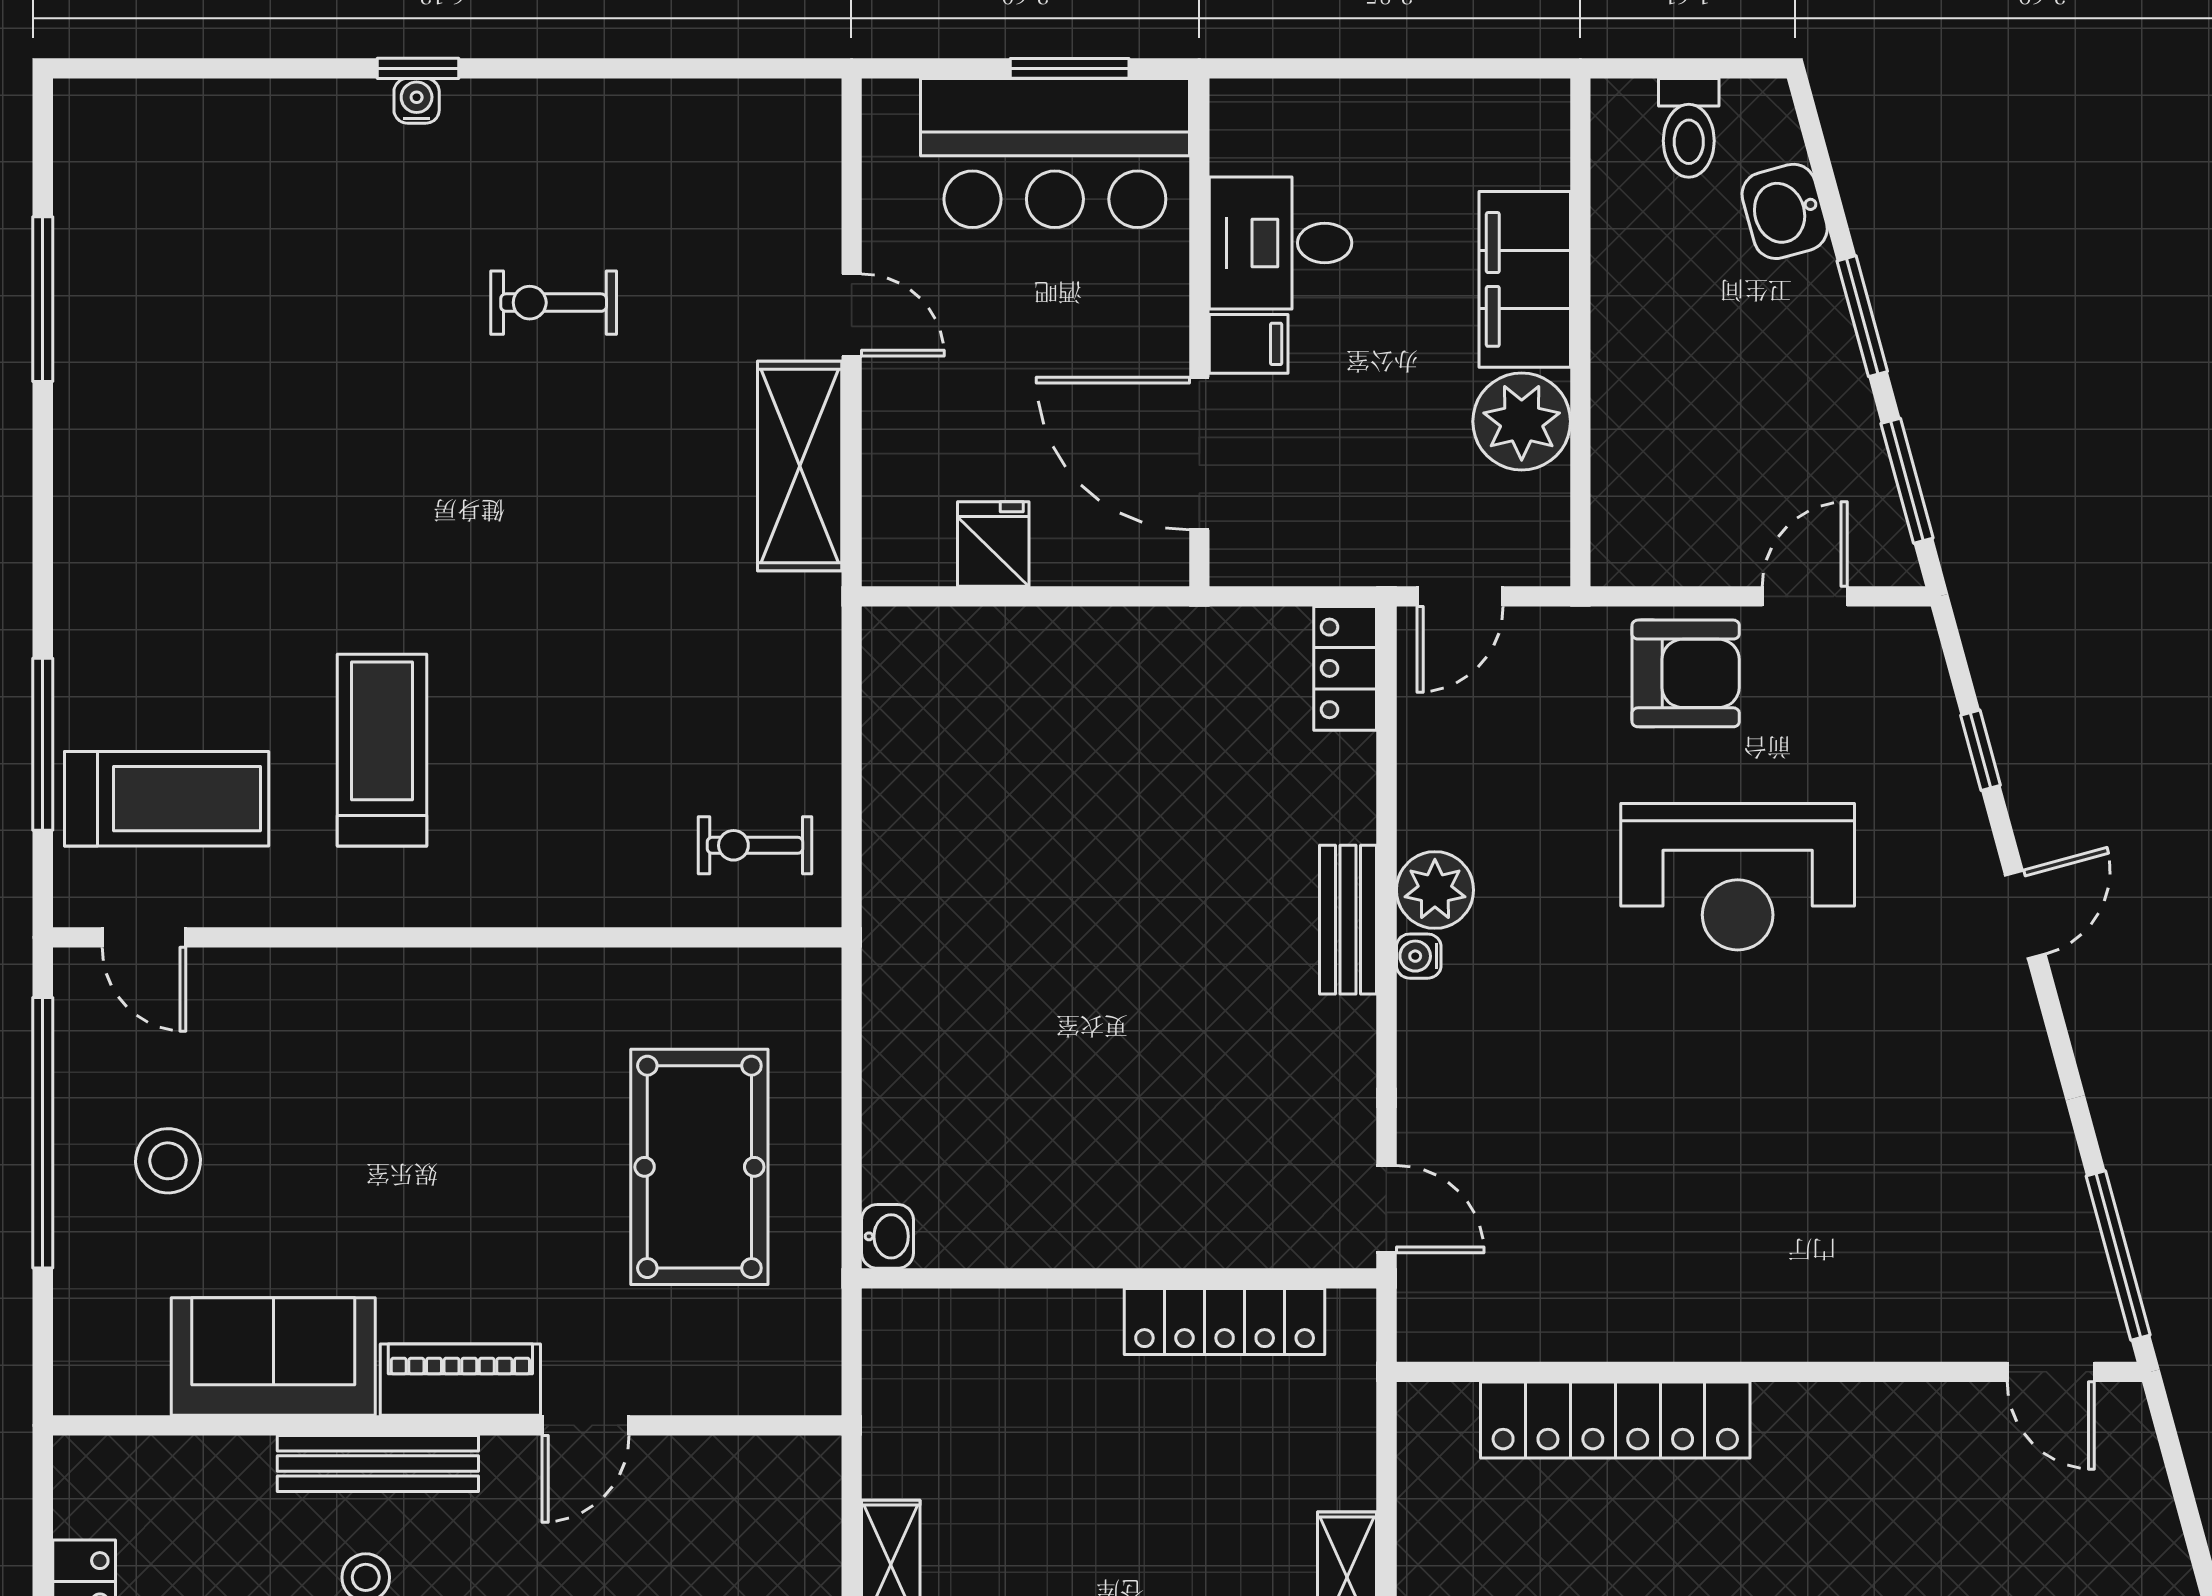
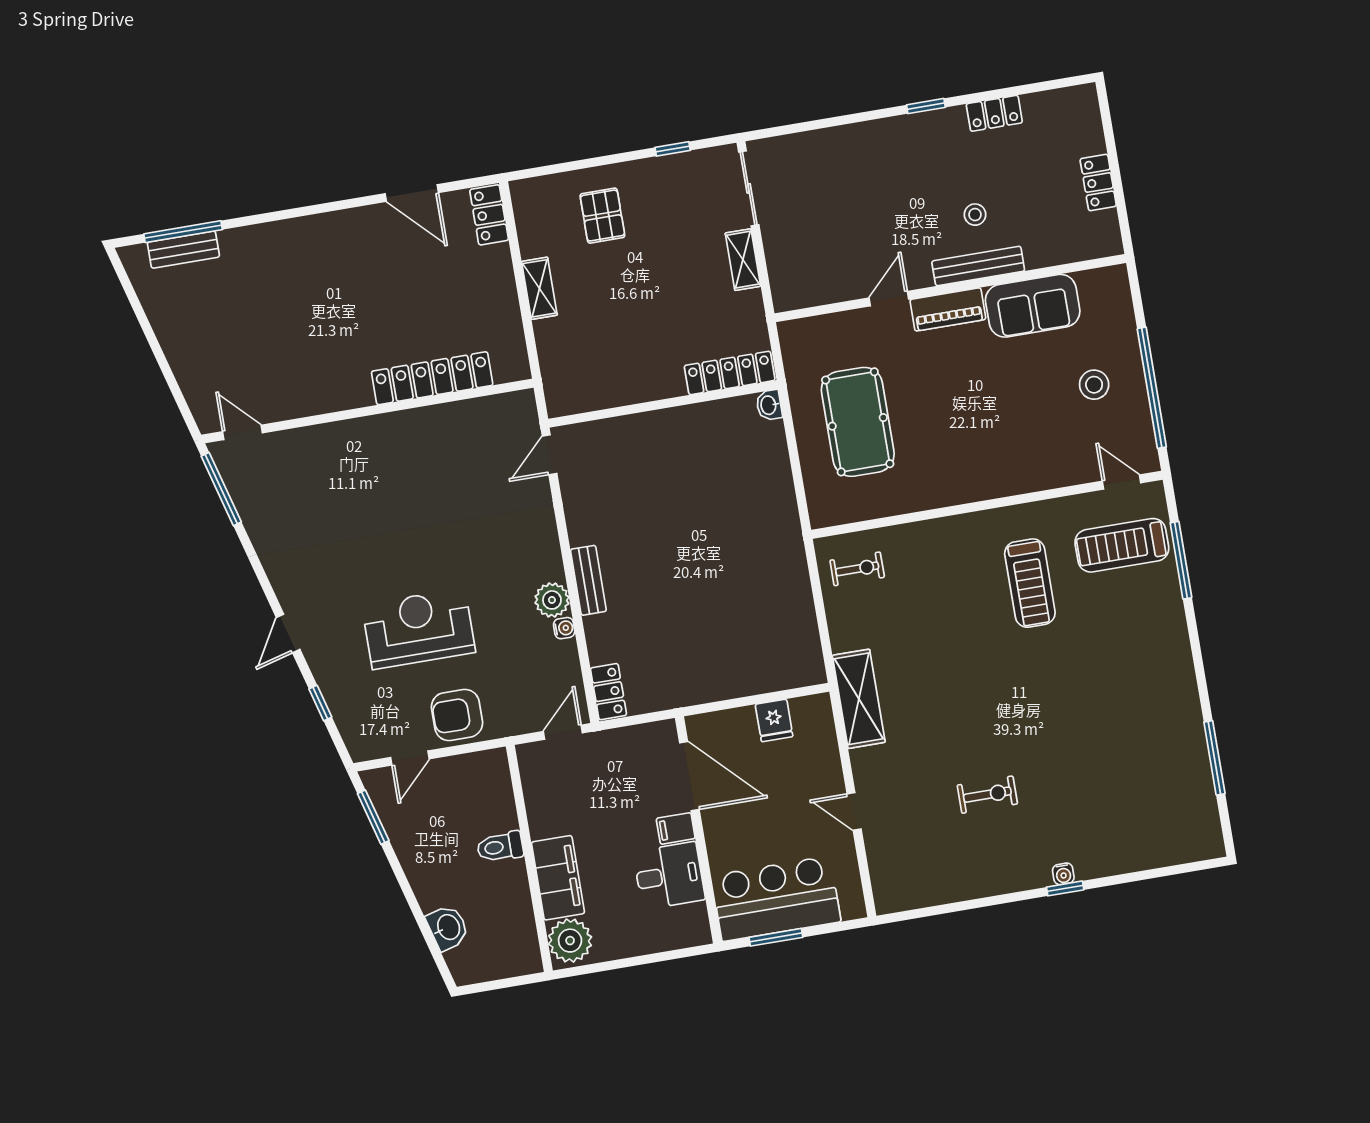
toilet: (1689, 128) -> (500, 847), moved, turned -90
window: (1862, 316) -> (405, 887), removed
plant: (1522, 421) -> (570, 941), moved
shelving: (800, 466) -> (859, 699), moved
water cooler: (1419, 956) -> (564, 628), moved
door: (1386, 1209) -> (550, 455), hinge flipped
locker: (1225, 1321) -> (730, 373), moved

